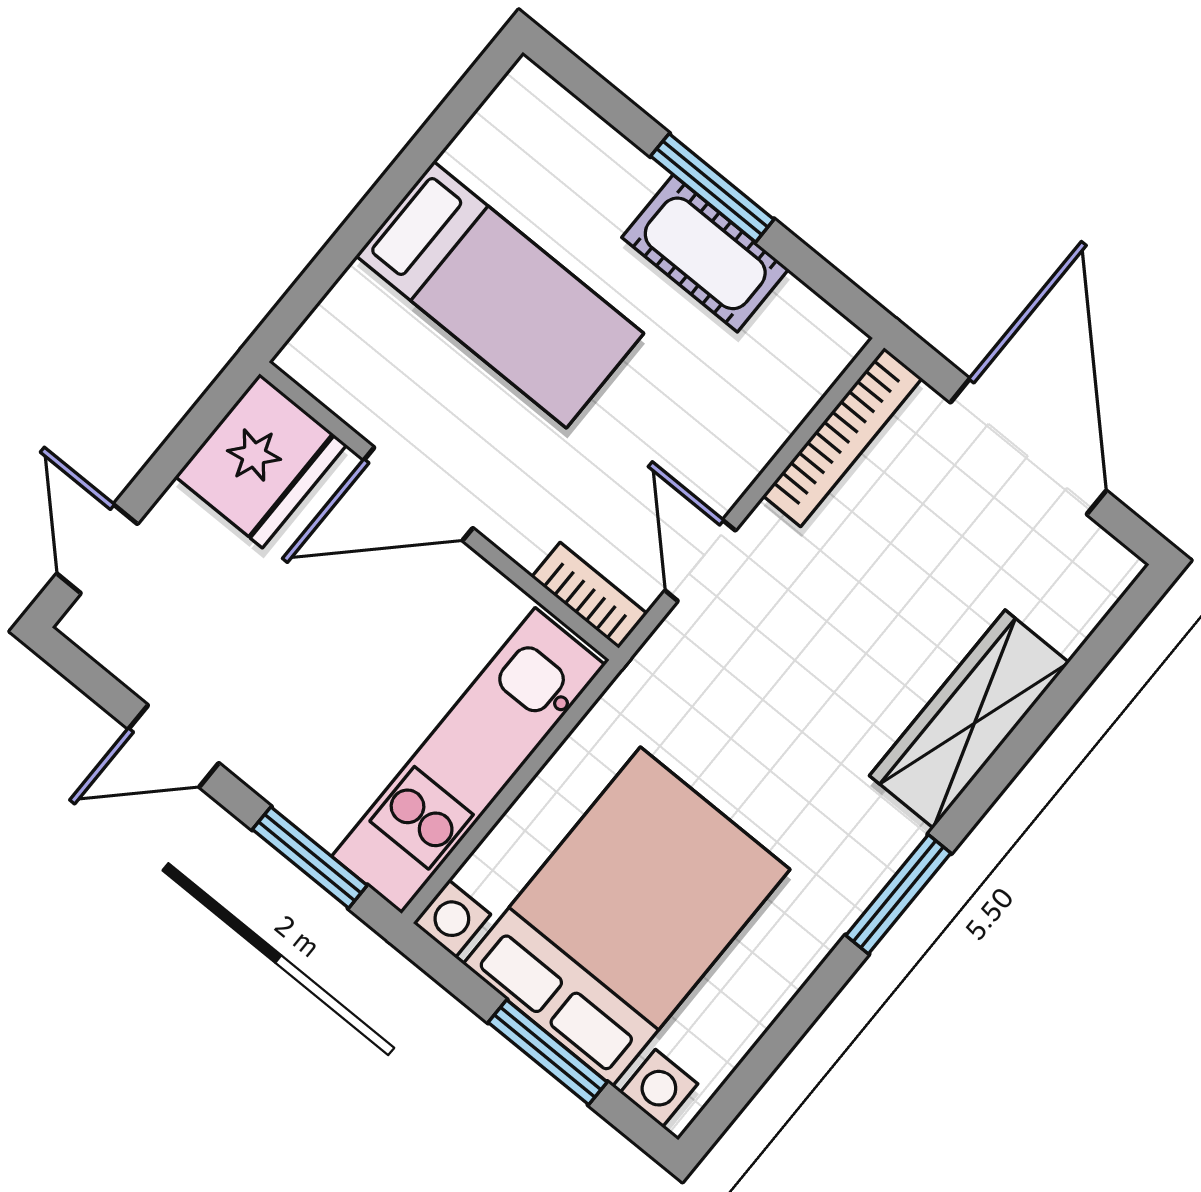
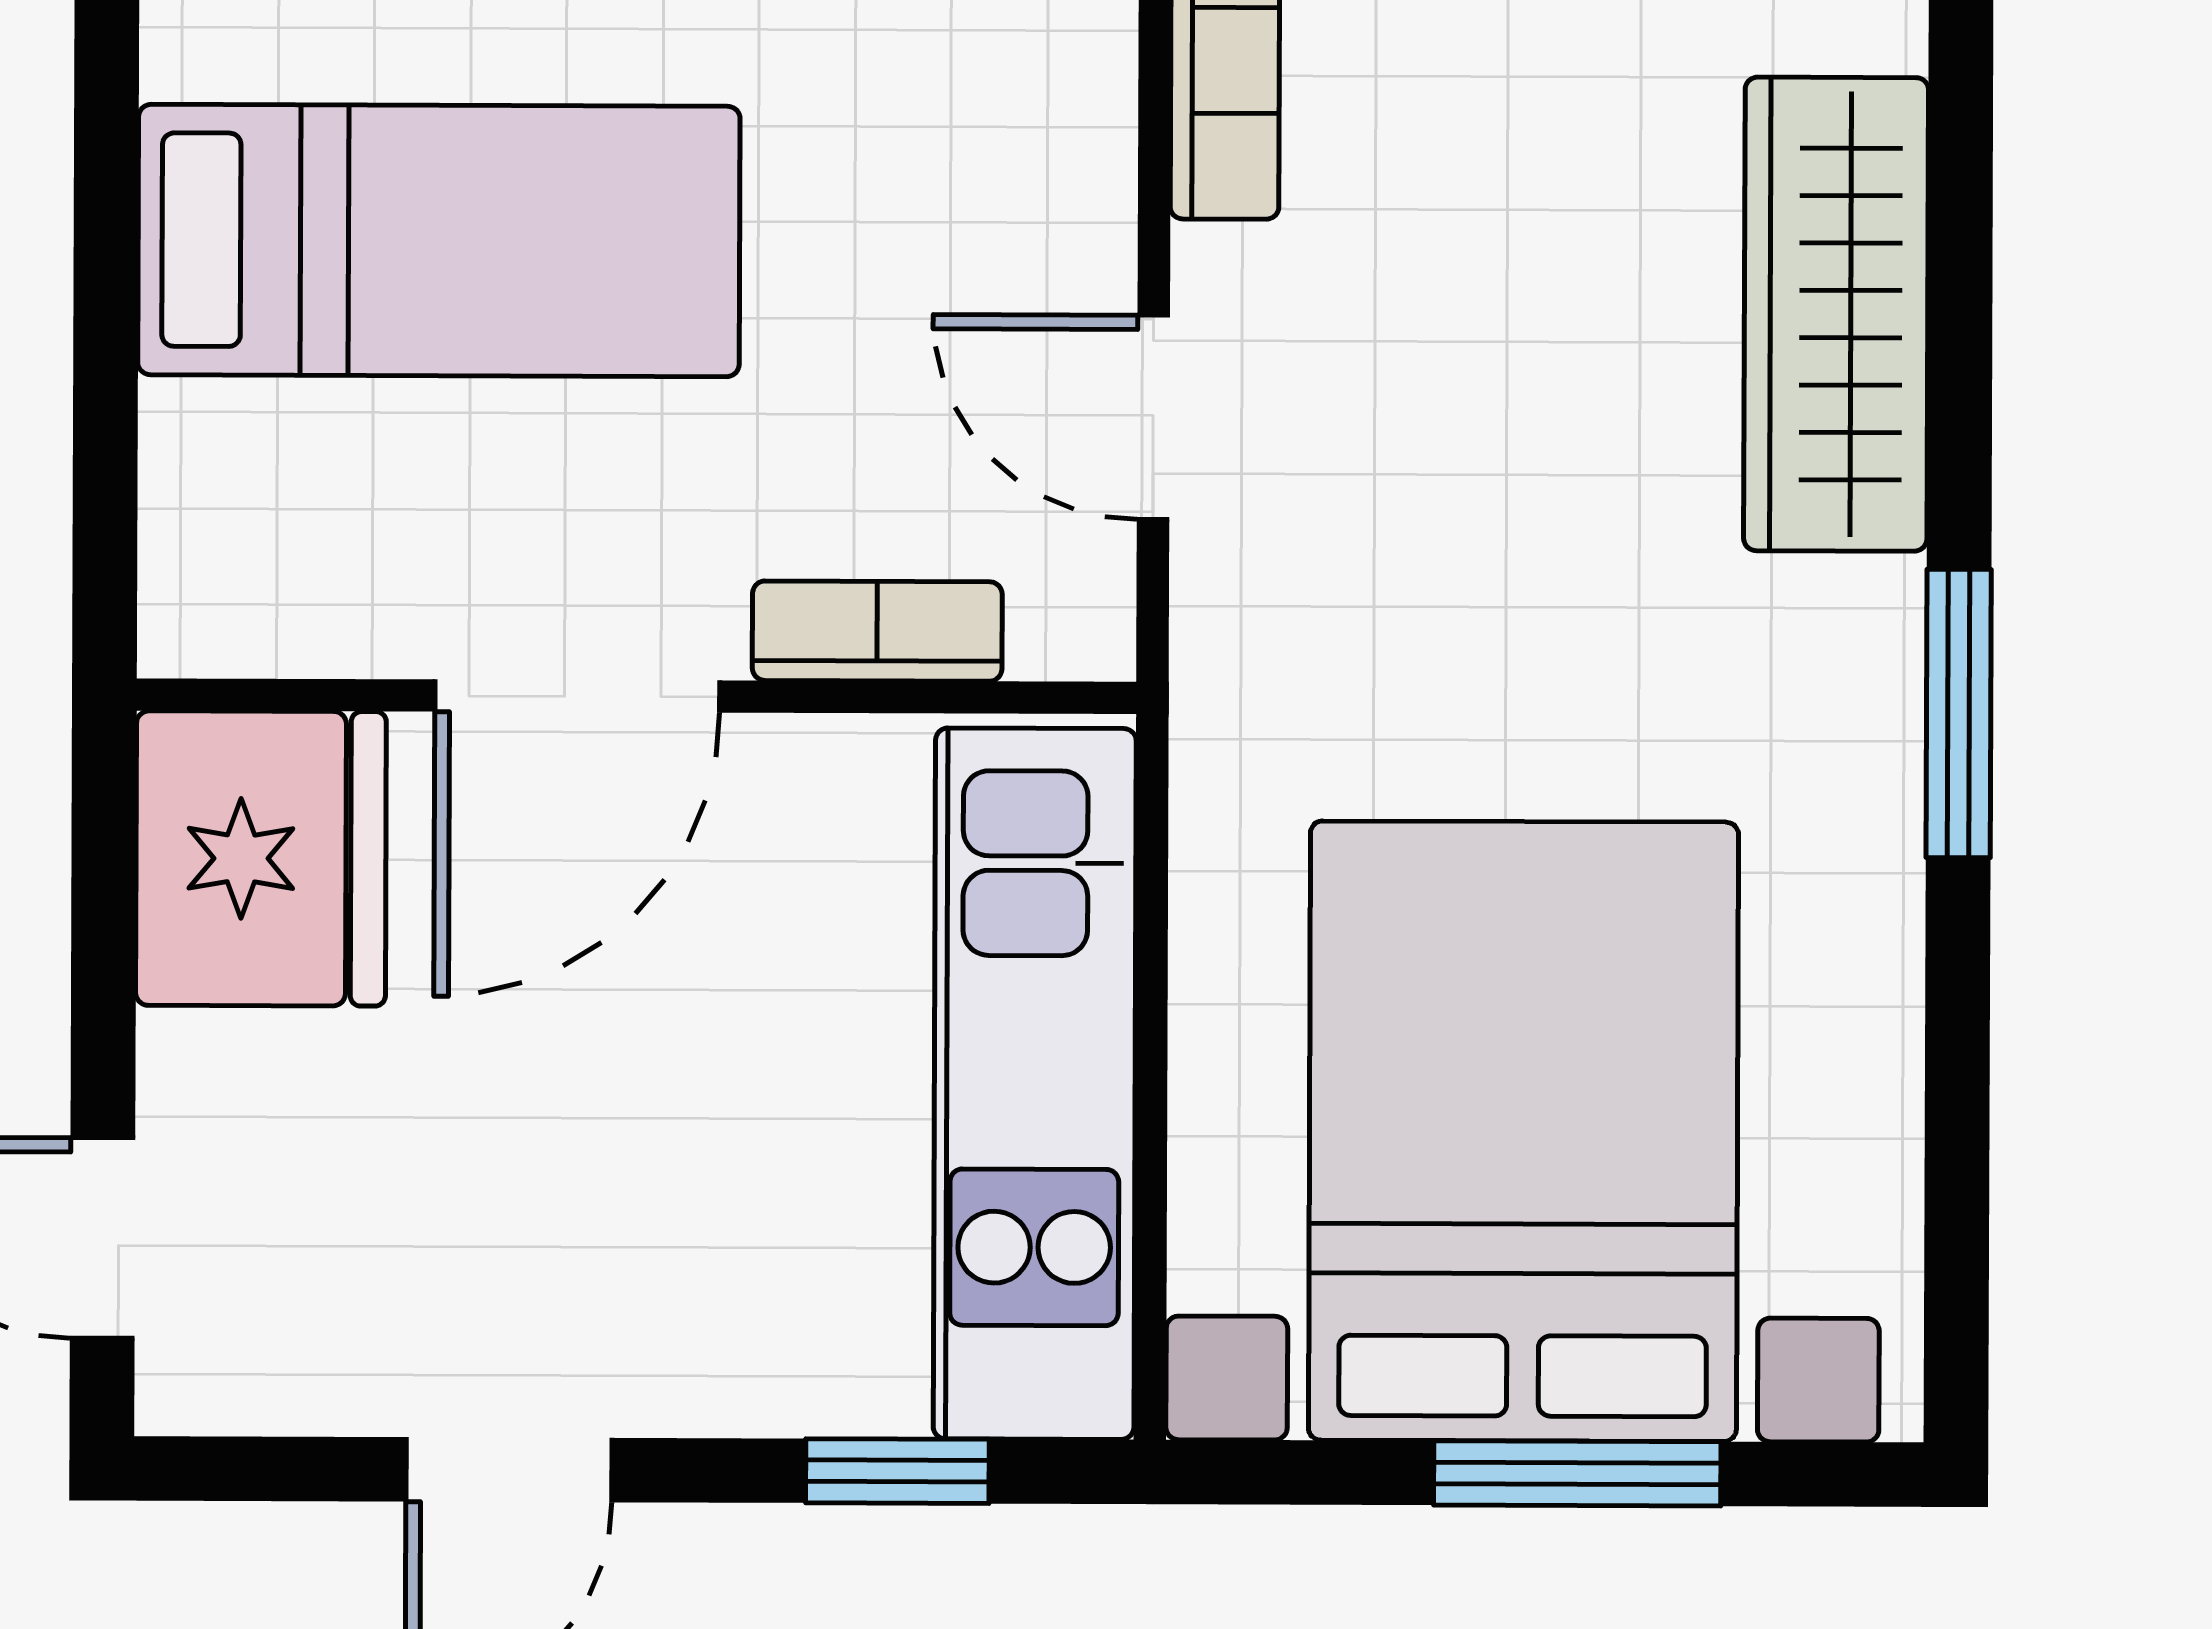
bookcase: (589, 595) -> (877, 631), moved
window: (310, 857) -> (897, 1471), width x0.67

